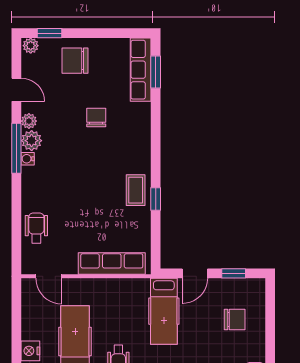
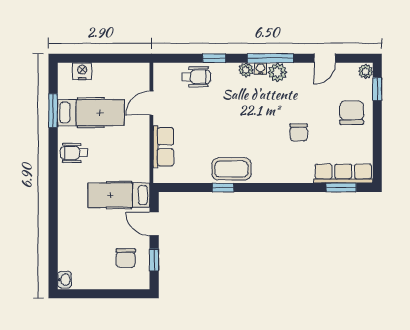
chair: (96, 118) -> (299, 132), turned 90
plant: (29, 121) -> (246, 70), moved
coffee table: (136, 190) -> (231, 169), width x1.36, depth x1.30
window: (16, 209) -> (214, 58), added
row of seats: (112, 263) -> (163, 147), width x0.68
door: (49, 276) -> (151, 103), moved
chair: (235, 319) -> (126, 258), moved

